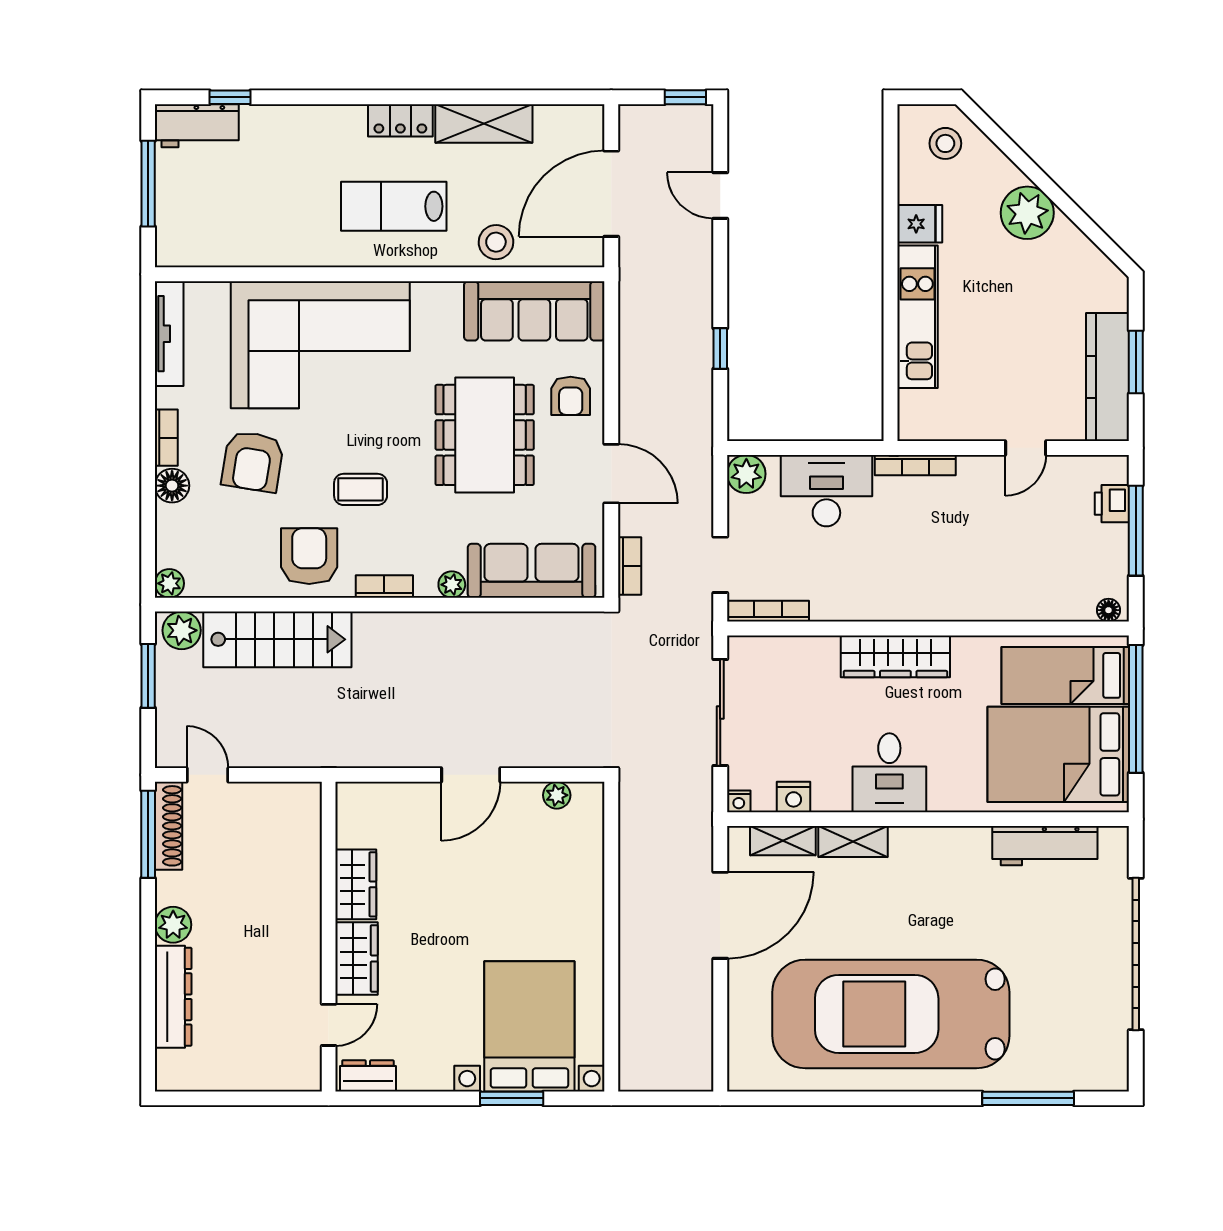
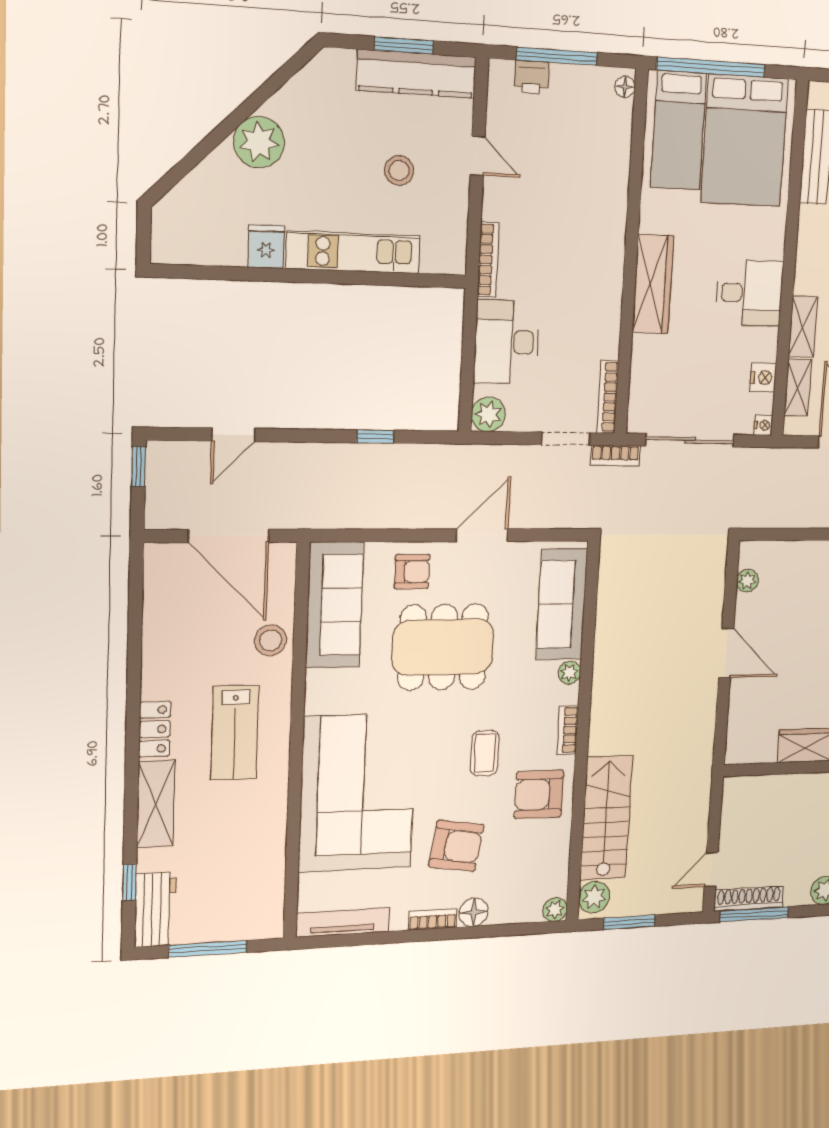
shelving: (484, 123) -> (156, 804), moved
stool: (945, 143) -> (399, 170), moved
bookcase: (630, 566) -> (615, 456), moved, turned 180

